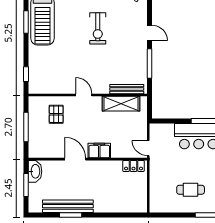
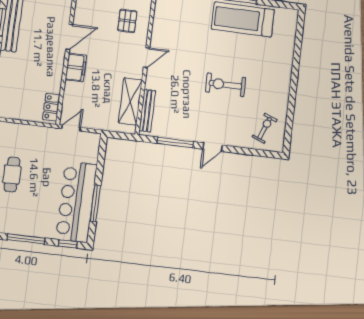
pallet: (56, 114) -> (127, 21), turned 90

